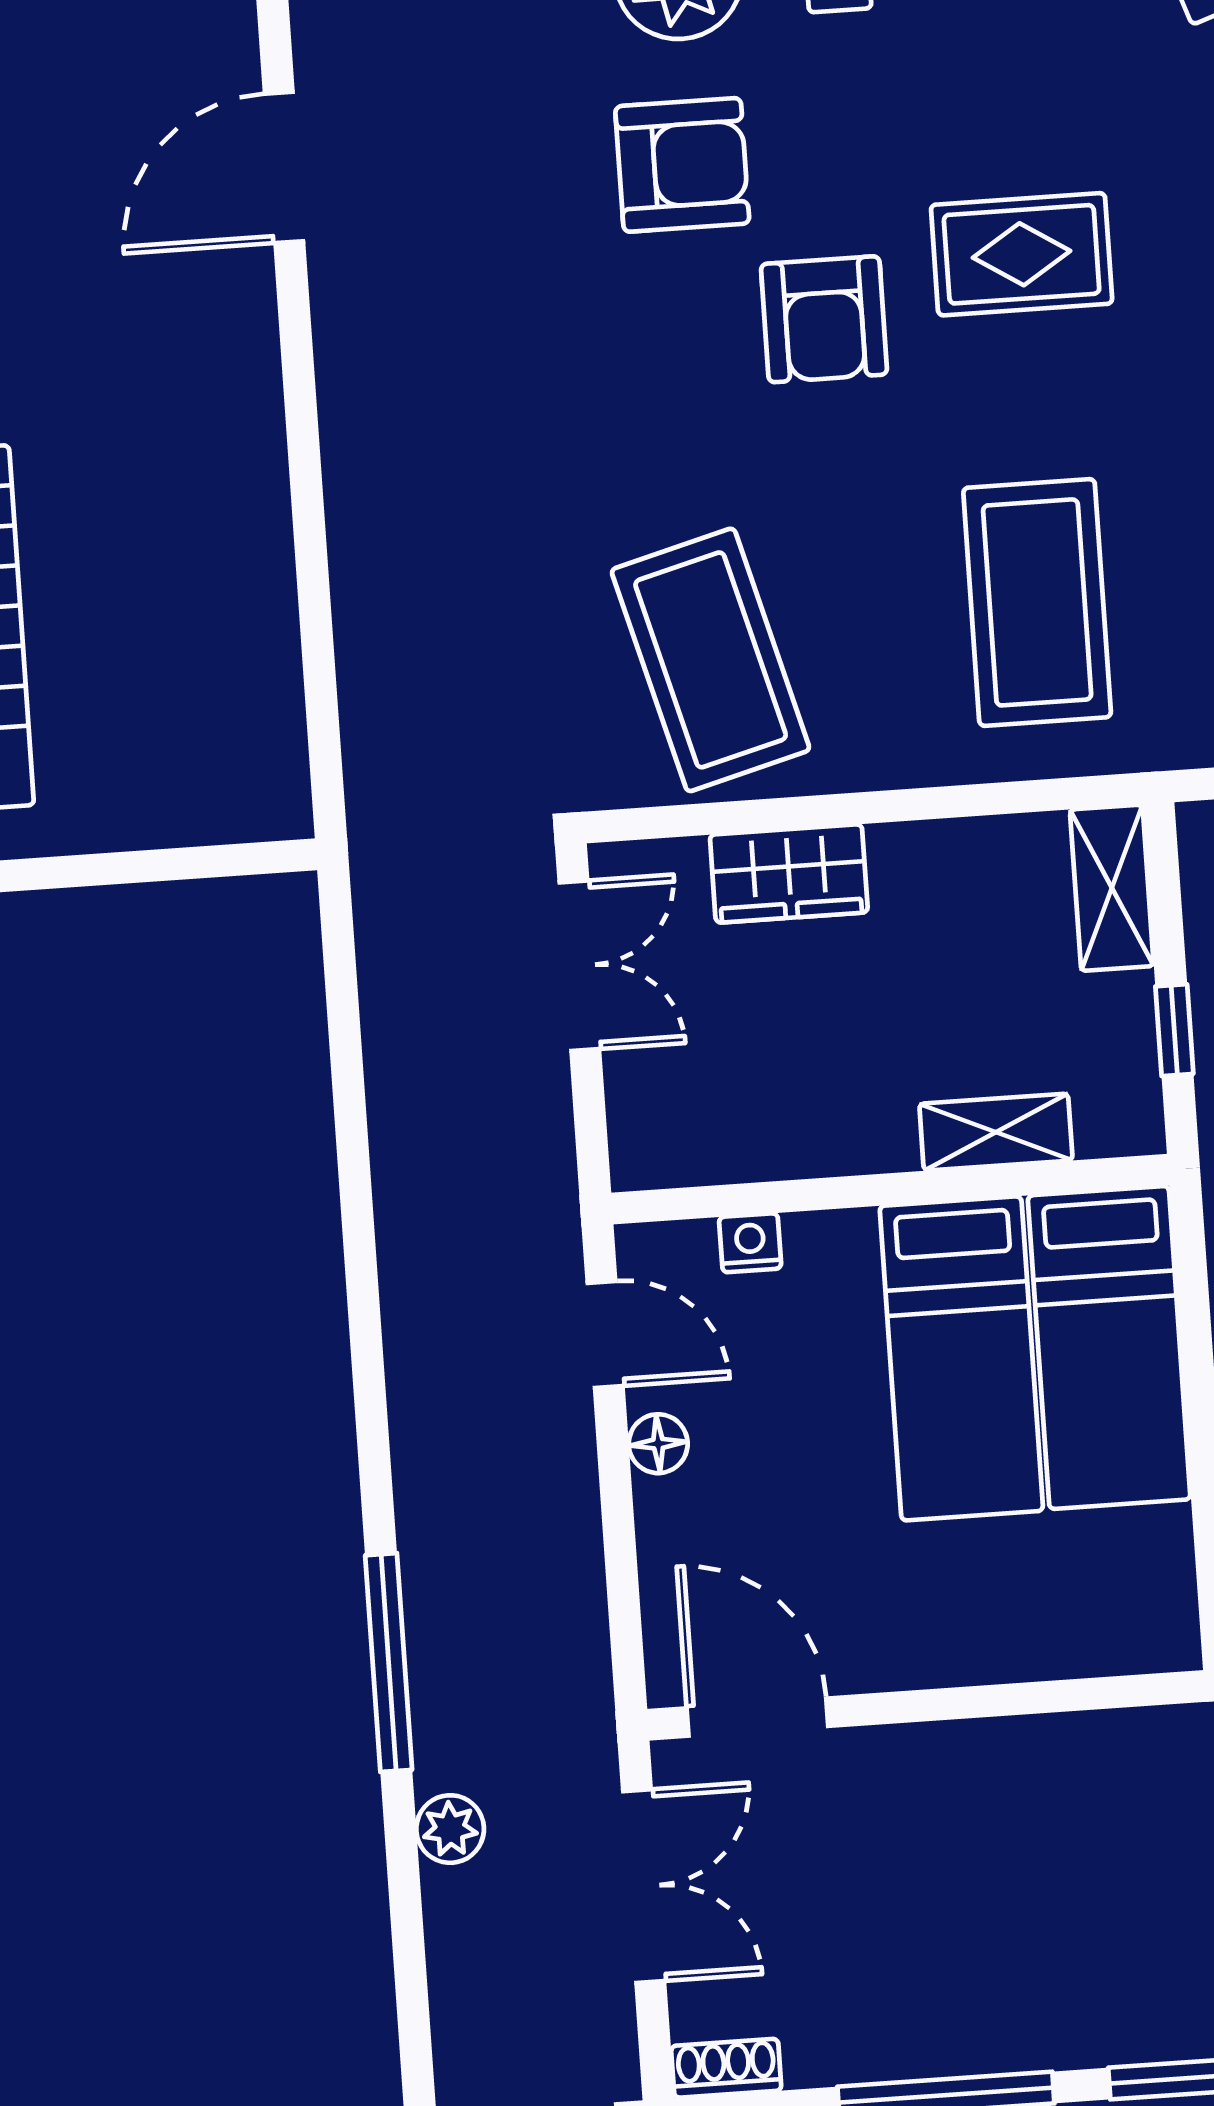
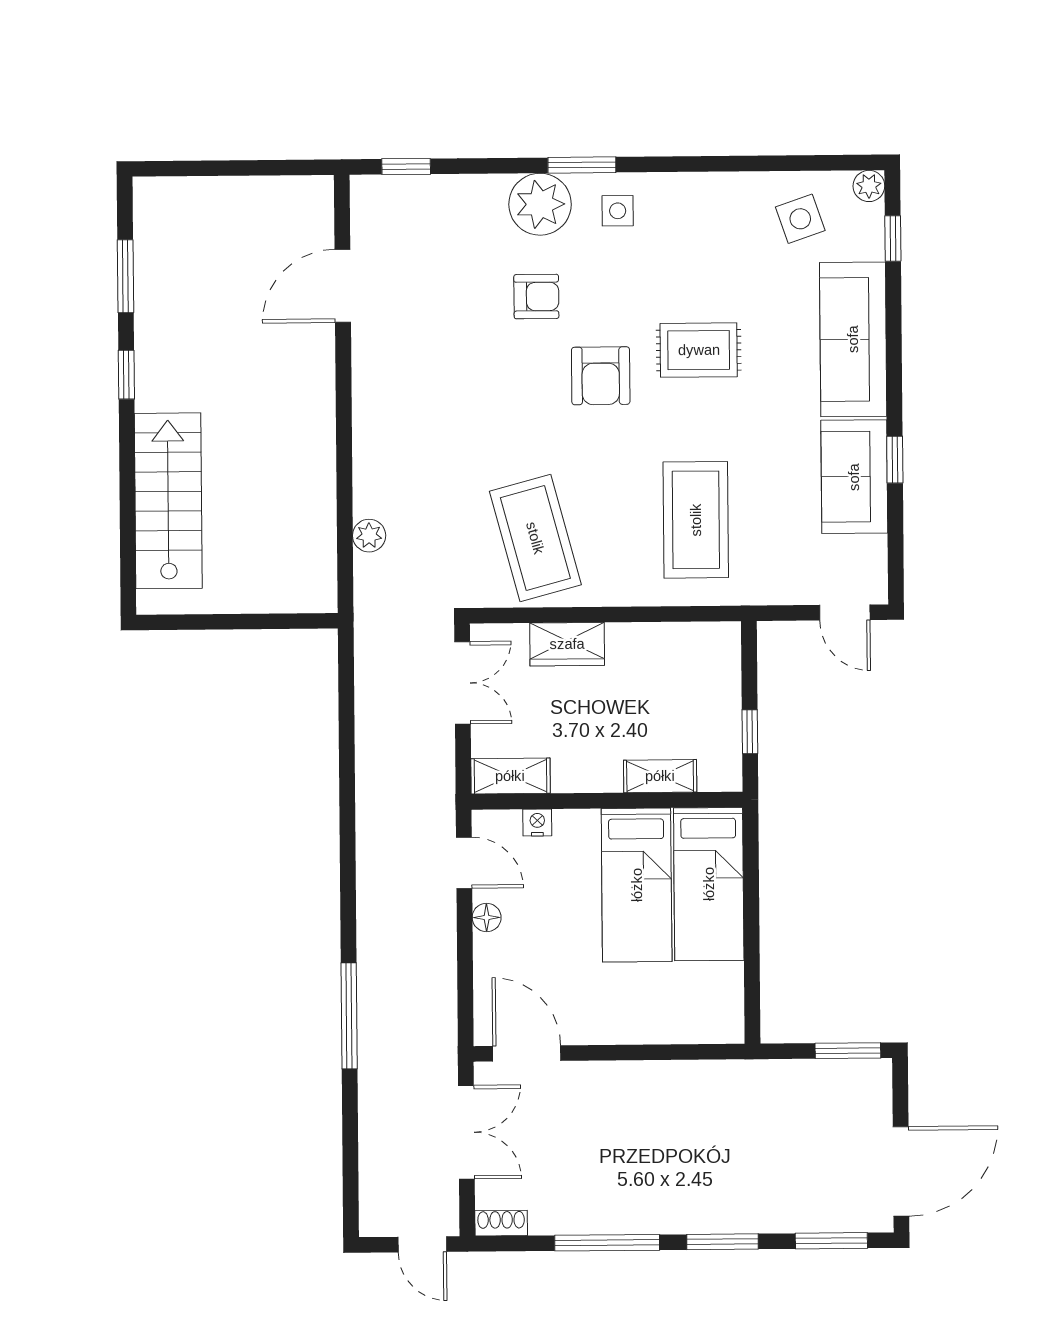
armchair: (682, 165) -> (536, 297), width x0.72, depth x0.72
shelving: (1112, 888) -> (510, 776), moved, turned 90
plant: (450, 1829) -> (369, 536), moved

